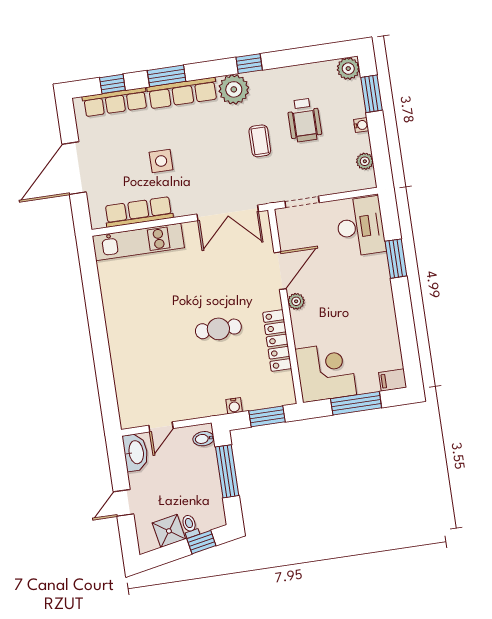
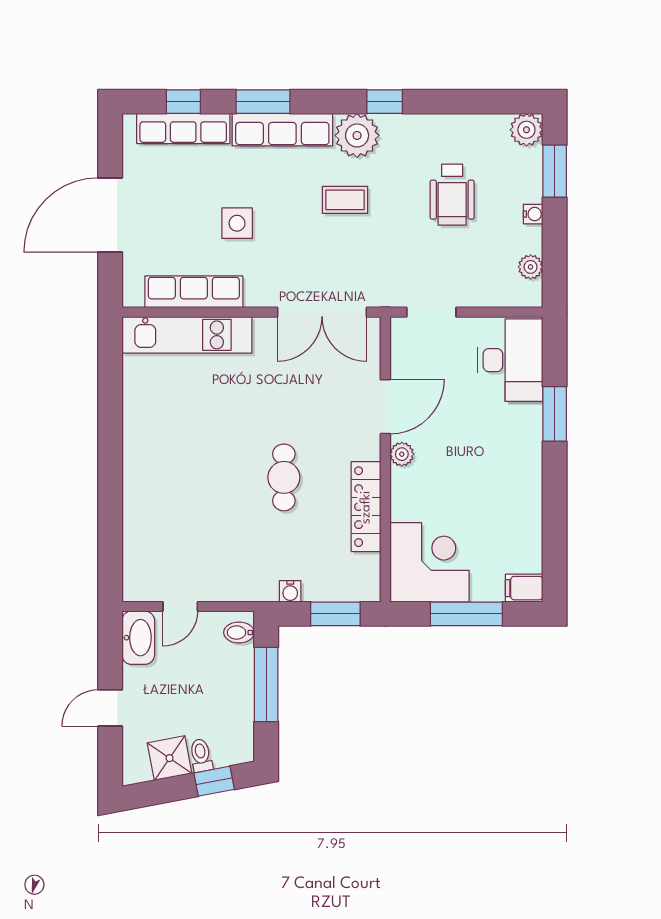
coffee table: (260, 141) -> (345, 200), moved, turned 90
cafe table: (218, 329) -> (284, 477), turned 90

